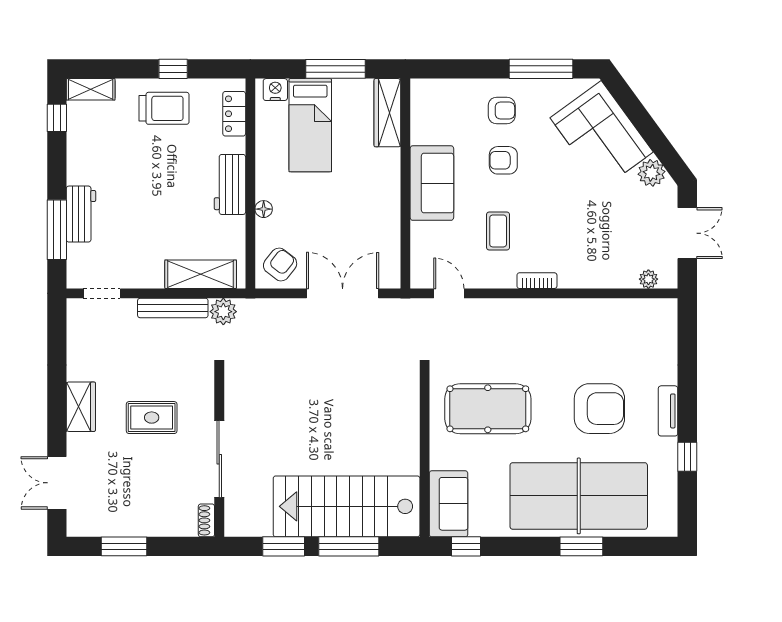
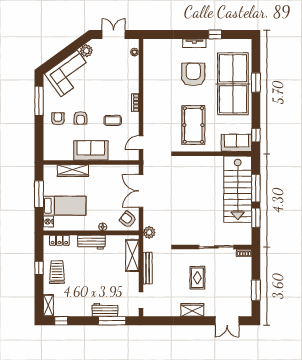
wardrobe: (387, 113) -> (73, 171), moved
plant: (223, 312) -> (149, 232), moved

